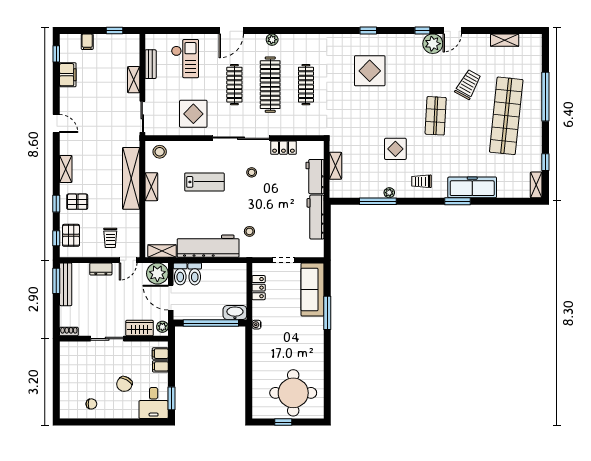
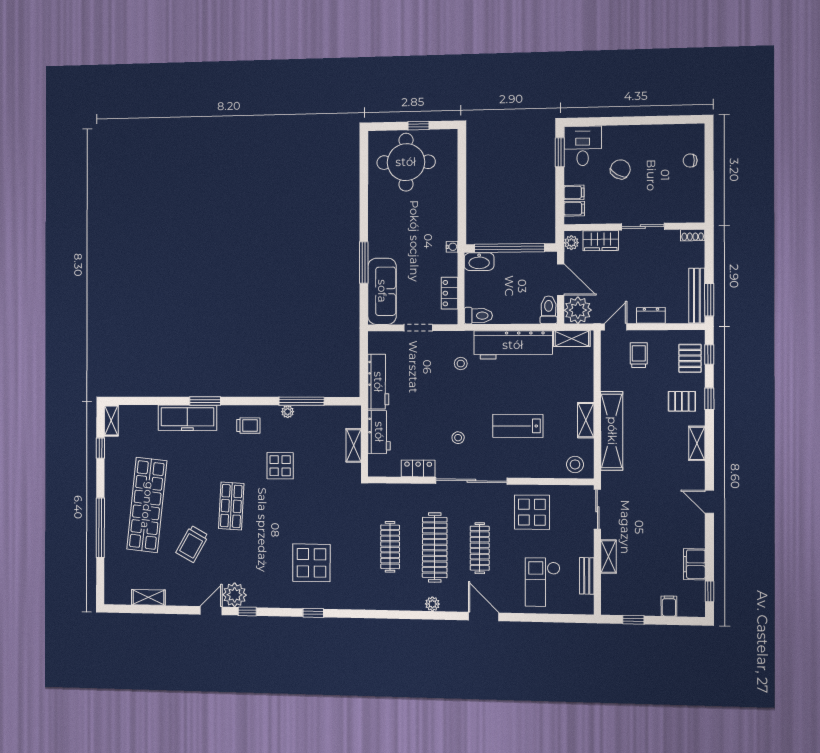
door: (231, 30) -> (484, 617), hinge flipped
toilet: (195, 274) -> (478, 316), moved, turned 90
chair: (91, 404) -> (690, 161), moved

